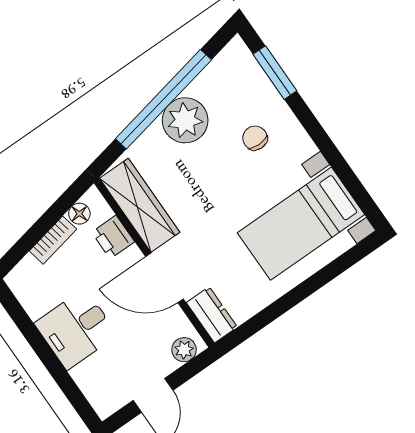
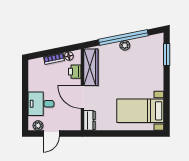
plant: (185, 120) -> (125, 45), width x0.53, depth x0.53
chair: (255, 138) -> (145, 72), removed
desk: (76, 329) -> (41, 104), moved
plant: (184, 350) -> (38, 126), moved

